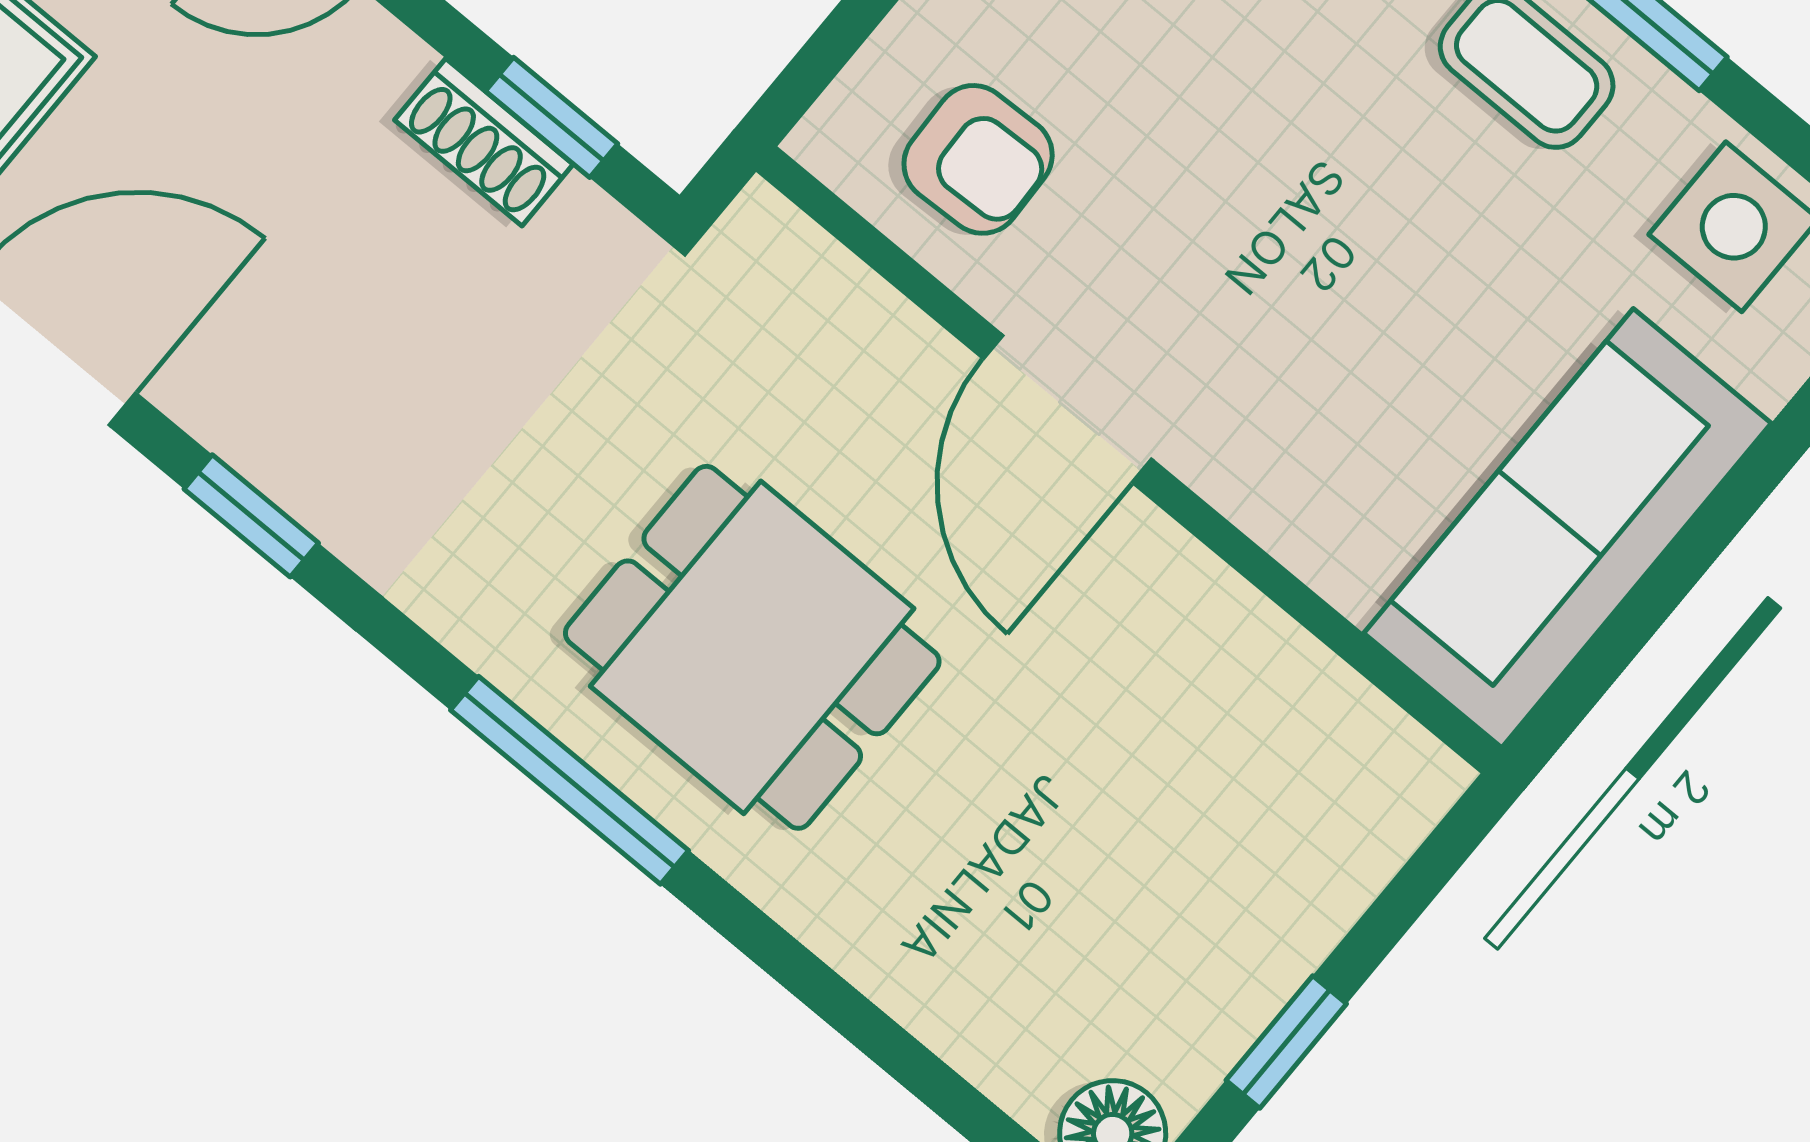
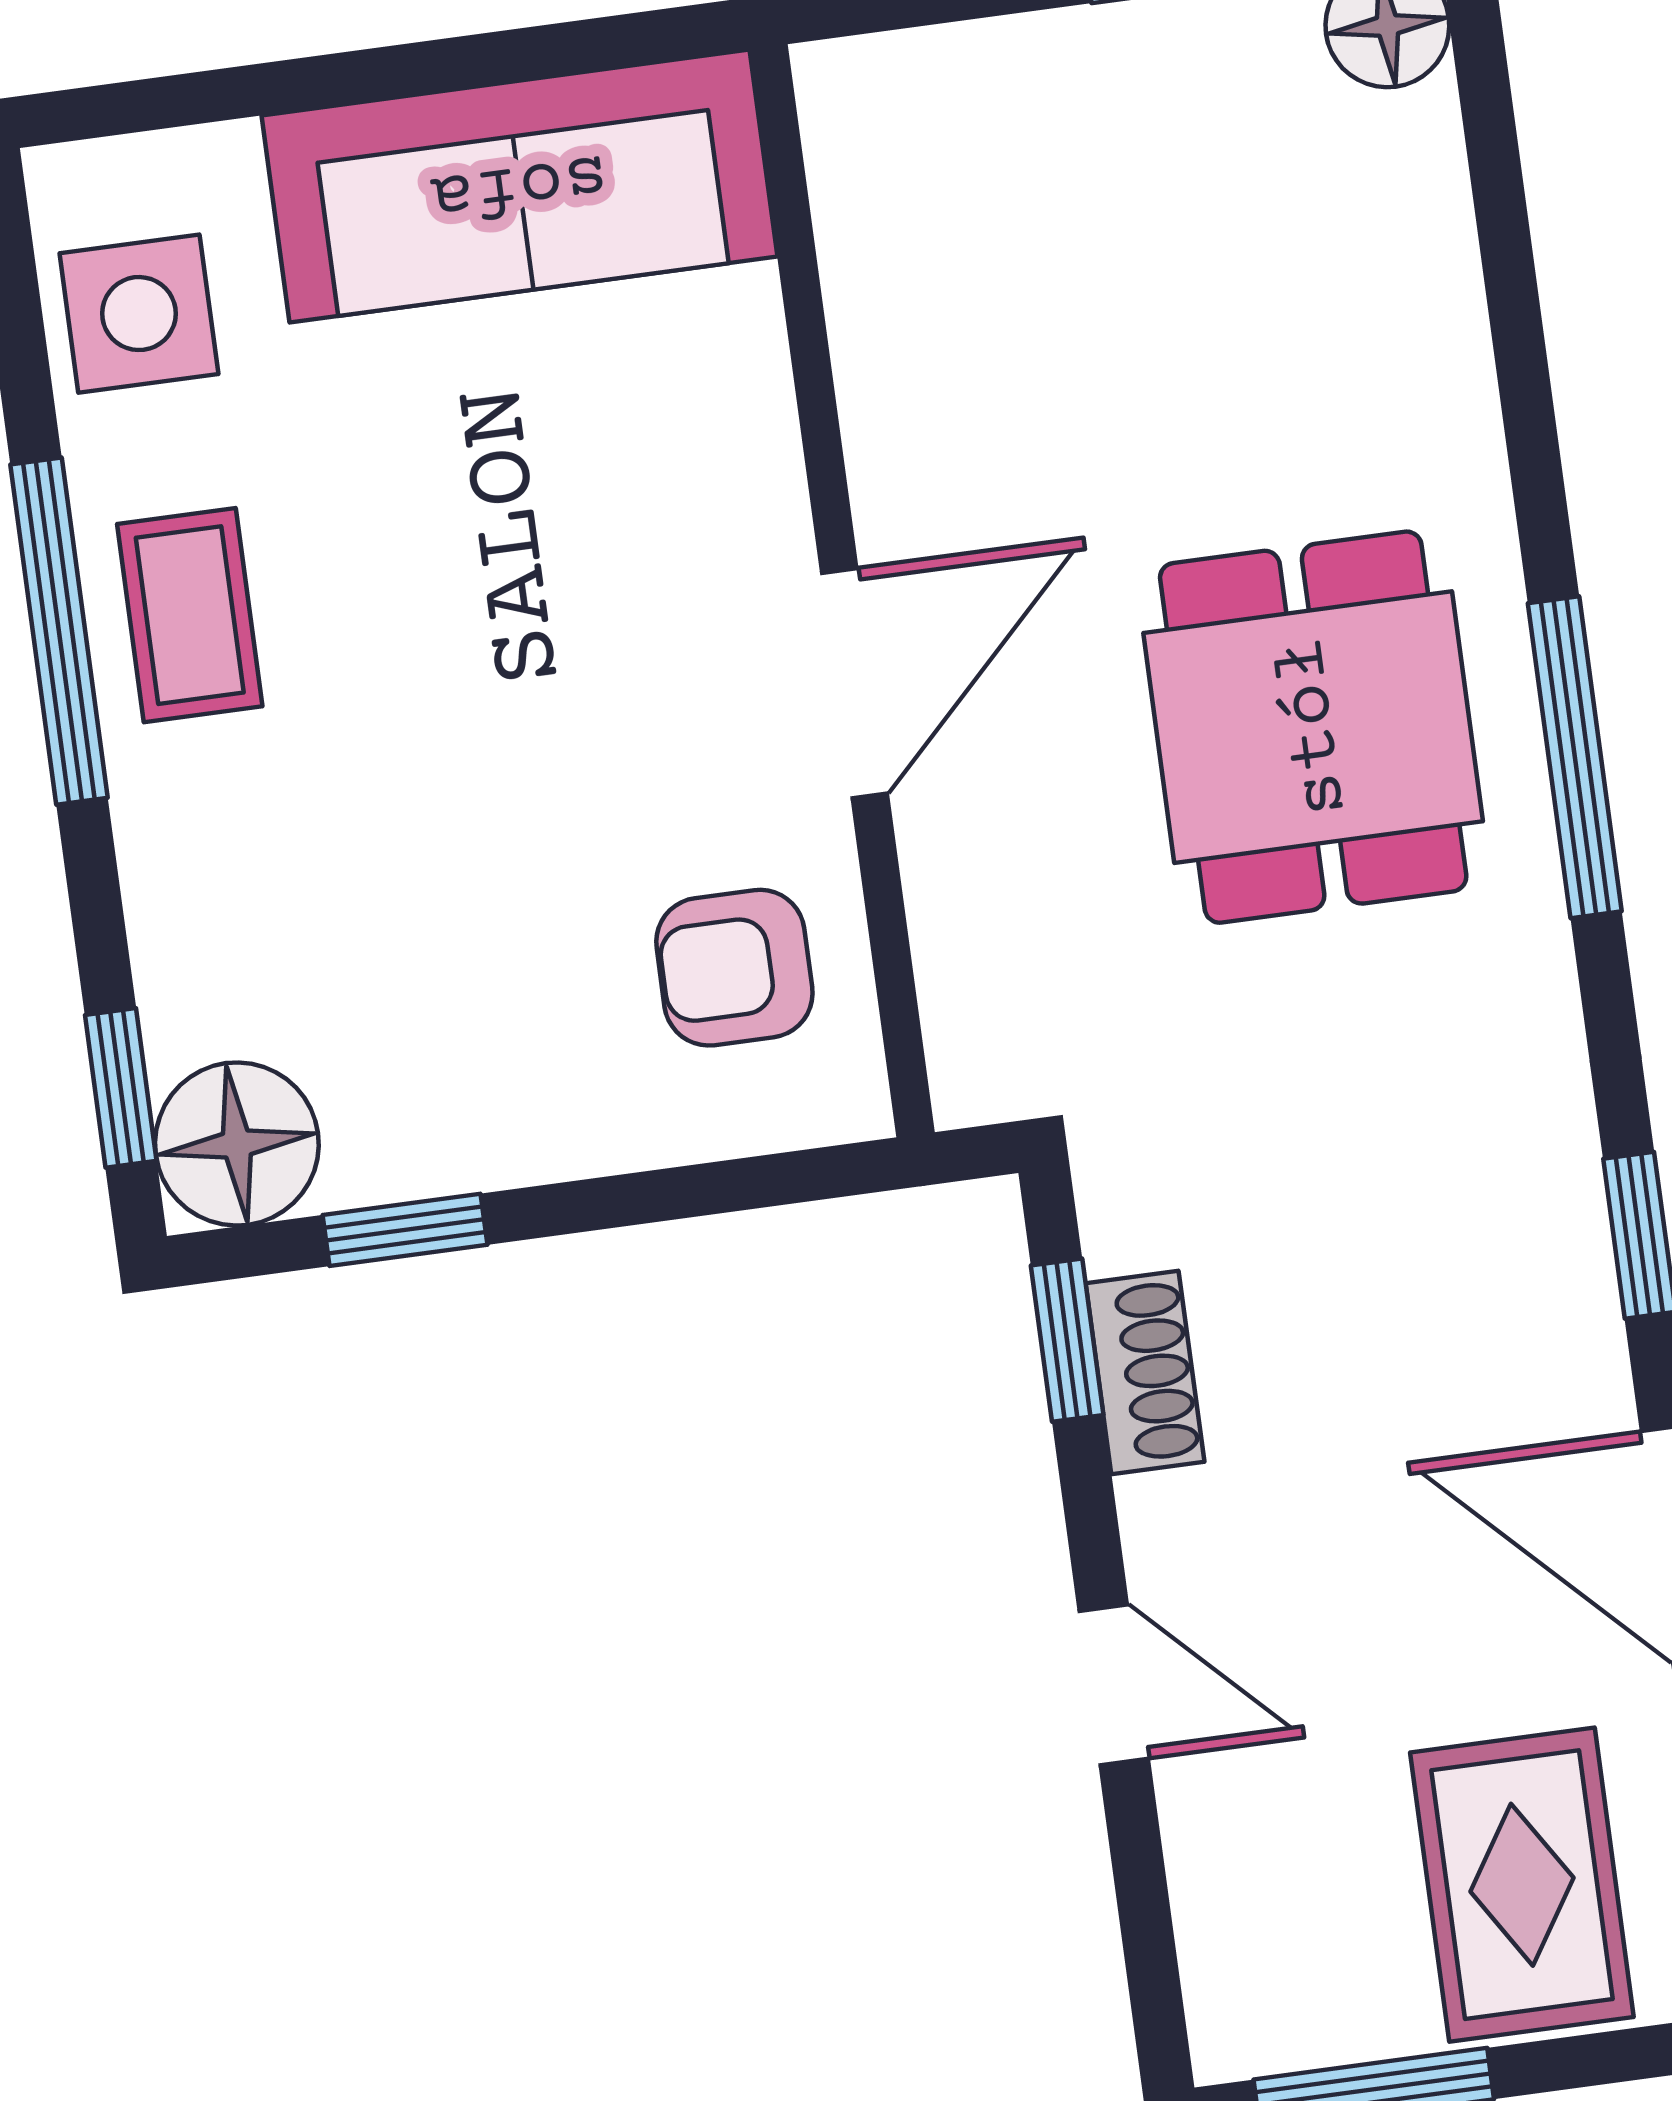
armchair: (978, 159) -> (734, 968), turned -88

